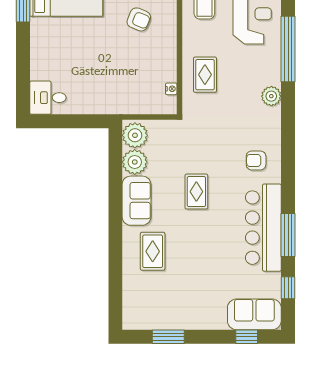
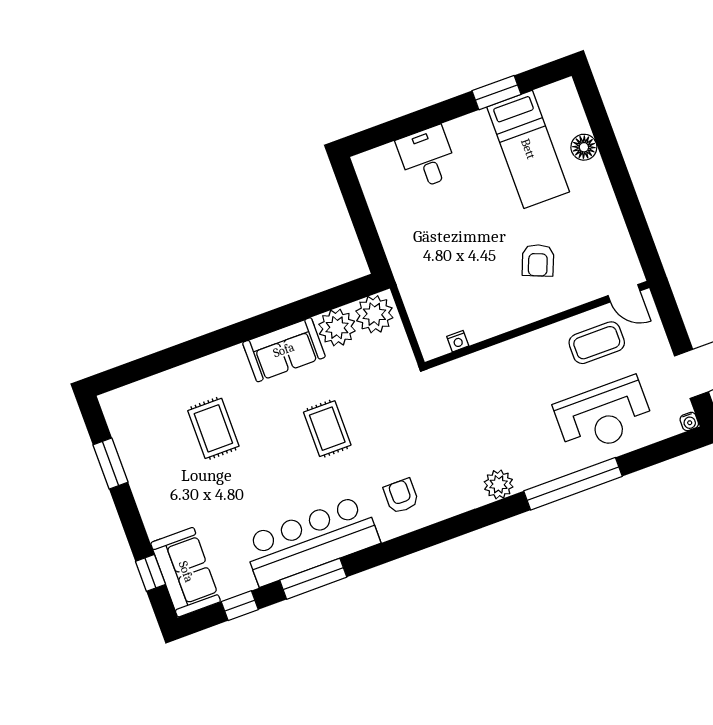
rug: (205, 75) -> (495, 381), removed
desk: (48, 98) -> (427, 157), moved
rug: (196, 192) -> (327, 429), turned 90
rug: (153, 251) -> (213, 428), moved, turned 90

